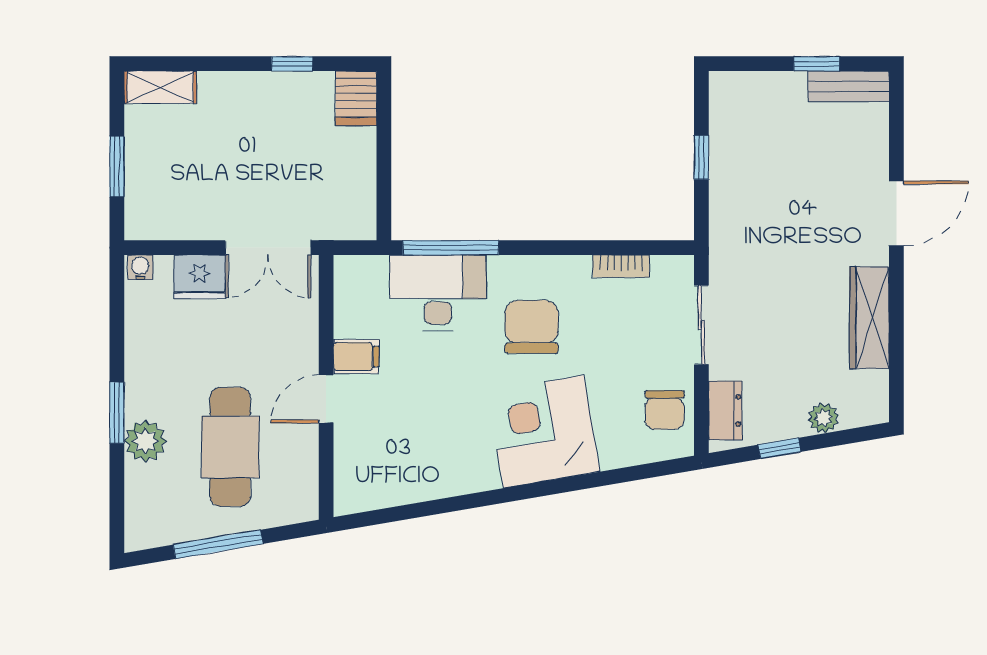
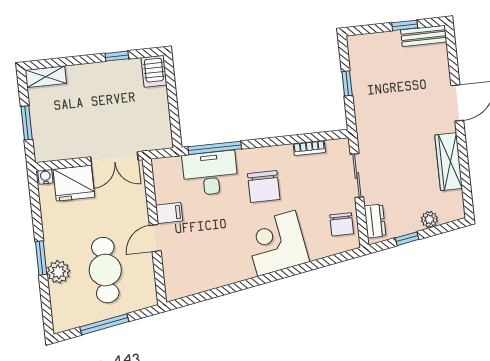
fridge: (200, 277) -> (74, 183), width x1.36, depth x1.34
chair: (532, 327) -> (264, 187), turned 180

